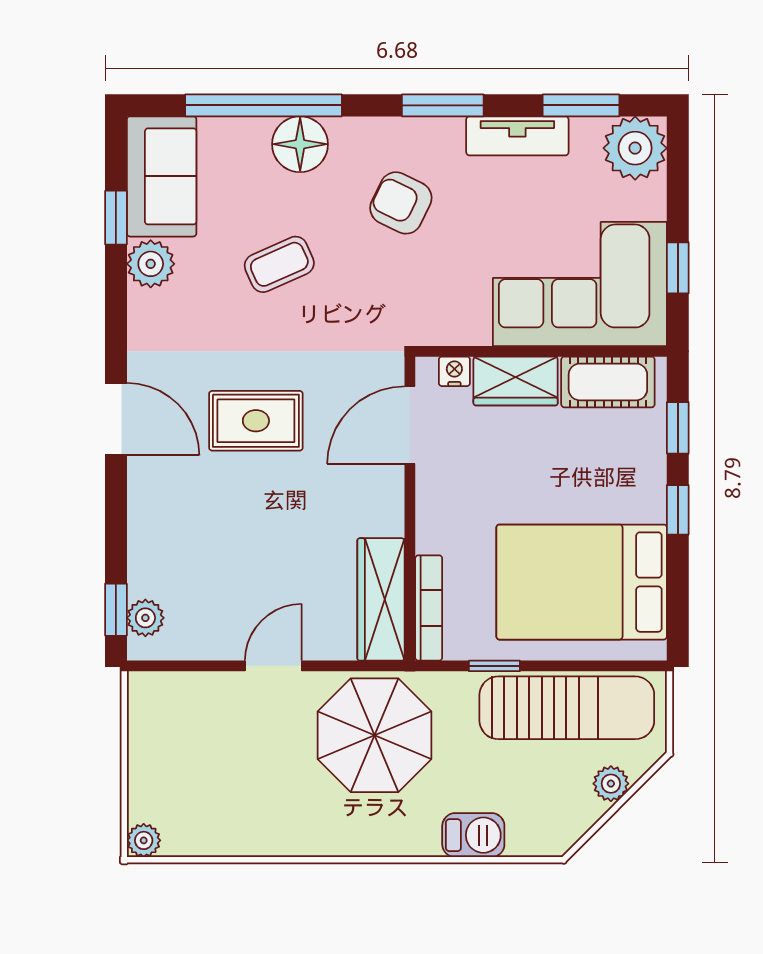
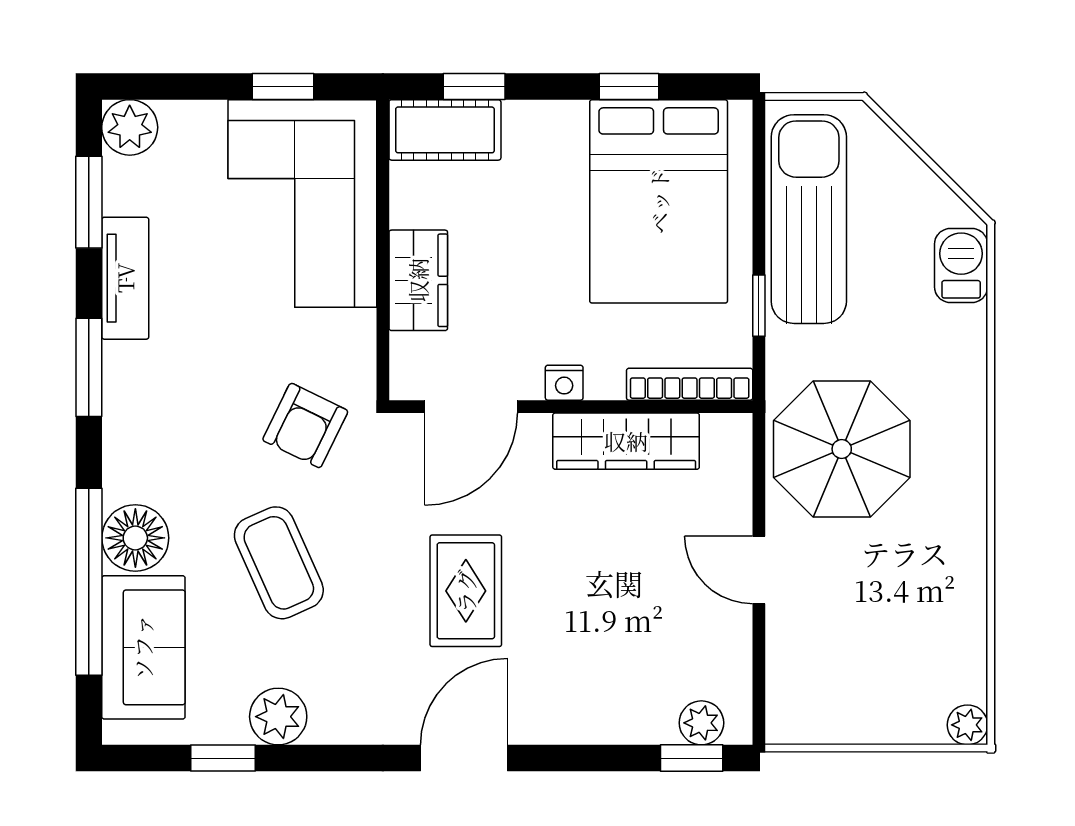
plant: (635, 148) -> (130, 127), width x0.73, depth x0.73
sofa: (162, 176) -> (143, 647), moved, turned 90
armchair: (401, 203) -> (305, 425), moved
coffee table: (279, 264) -> (279, 563), width x1.36, depth x1.30
nightstand: (454, 371) -> (564, 383), moved, turned -90
cot: (608, 382) -> (445, 130), moved, turned 90
door: (410, 425) -> (471, 407), hinge flipped
window: (678, 510) -> (629, 87), moved
wardrobe: (381, 599) -> (626, 441), moved
plant: (611, 784) -> (899, 166), removed
barbecue: (473, 835) -> (961, 265), moved

